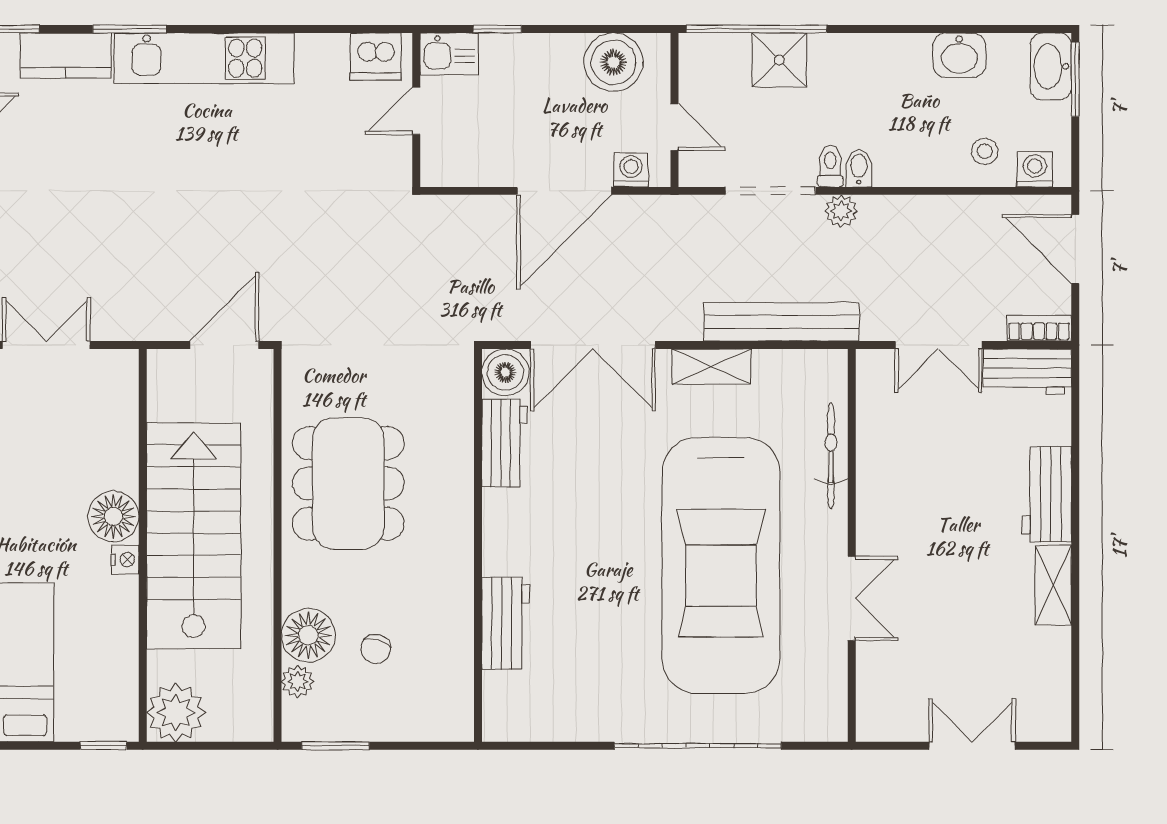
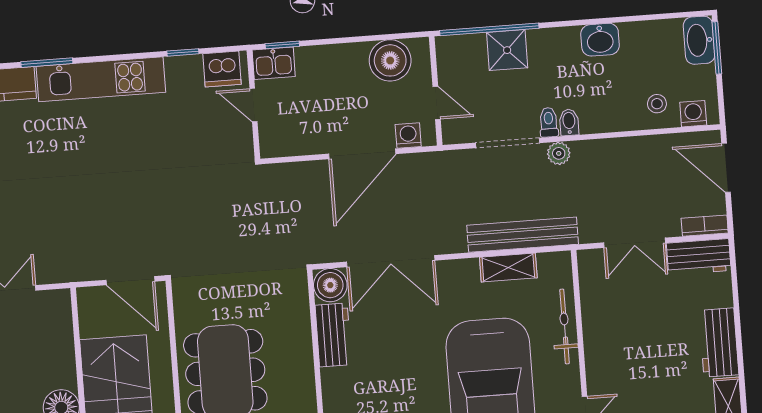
window: (322, 29) -> (183, 52), added
window: (497, 29) -> (282, 45), moved
washbasin: (959, 55) -> (600, 40), moved
door: (416, 111) -> (254, 105), hinge flipped
door: (224, 345) -> (130, 281), swing flipped
shelving: (711, 367) -> (508, 268), moved

